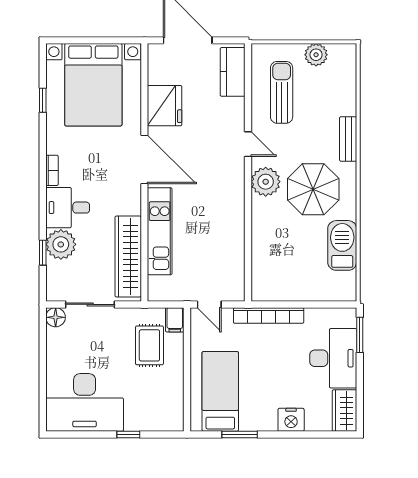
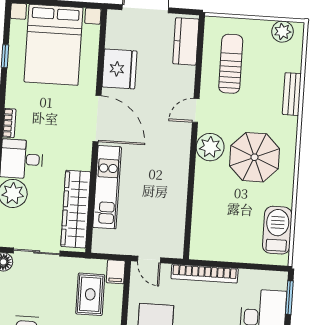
plant: (316, 55) -> (283, 32), moved
bench: (348, 139) -> (292, 94), moved
door: (248, 144) -> (196, 110), swing flipped
barbecue: (342, 245) -> (277, 230), moved

